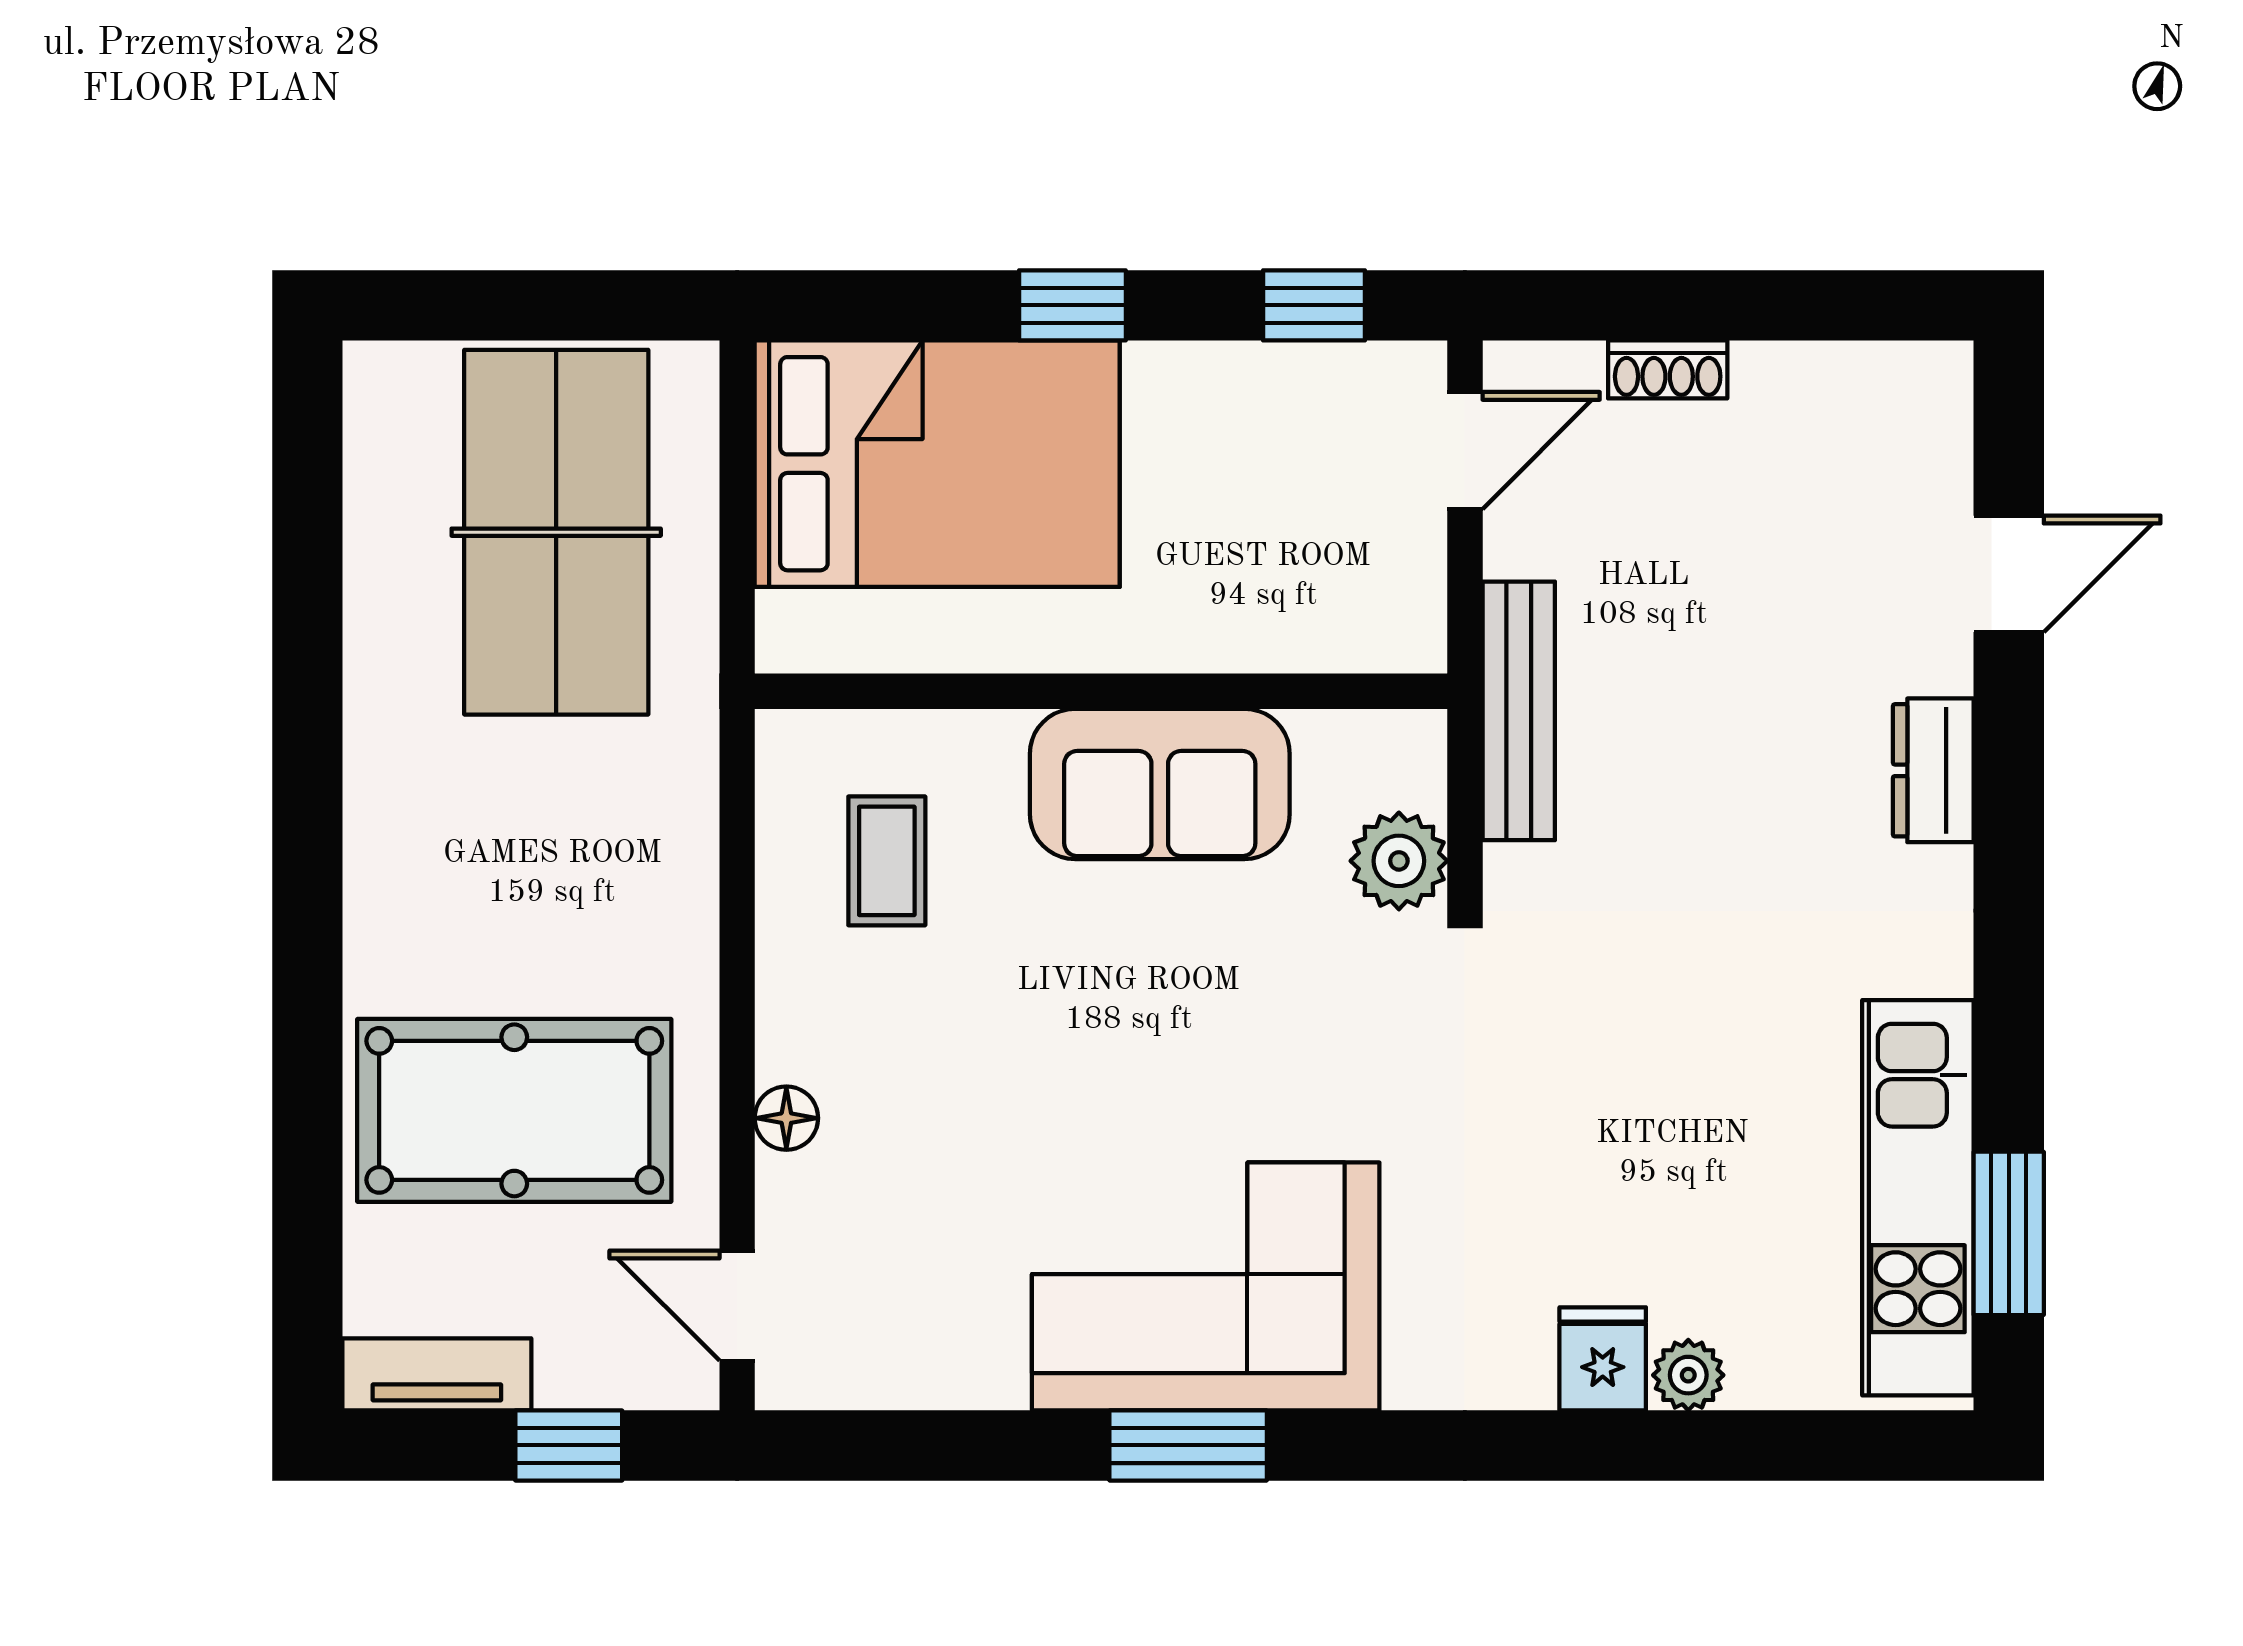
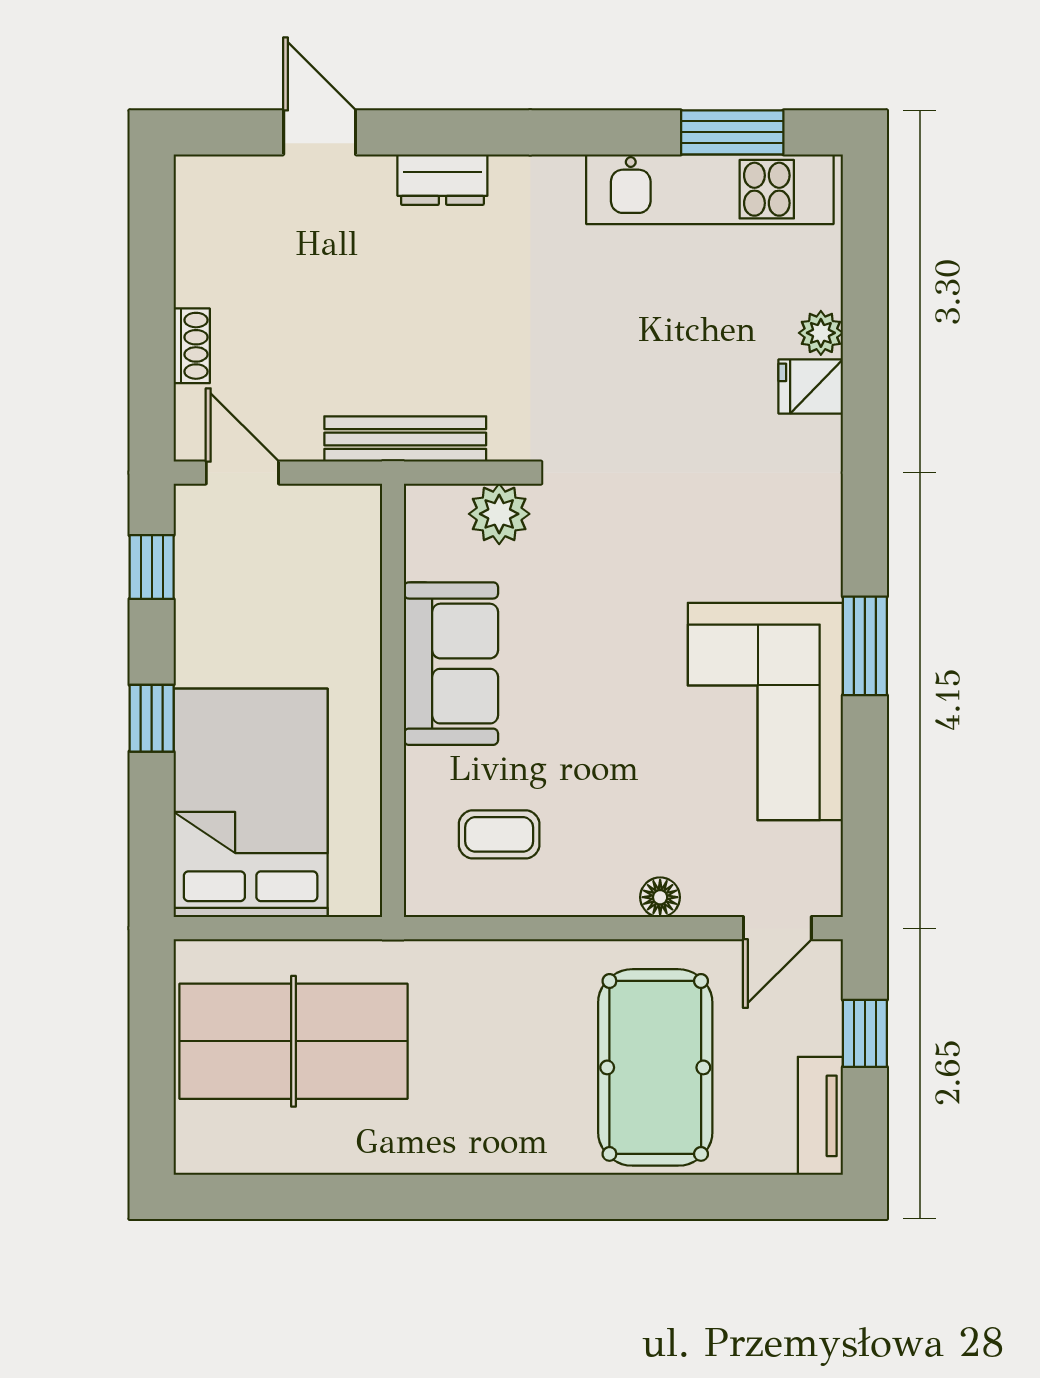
corner sofa: (1206, 1286) -> (765, 712), moved

